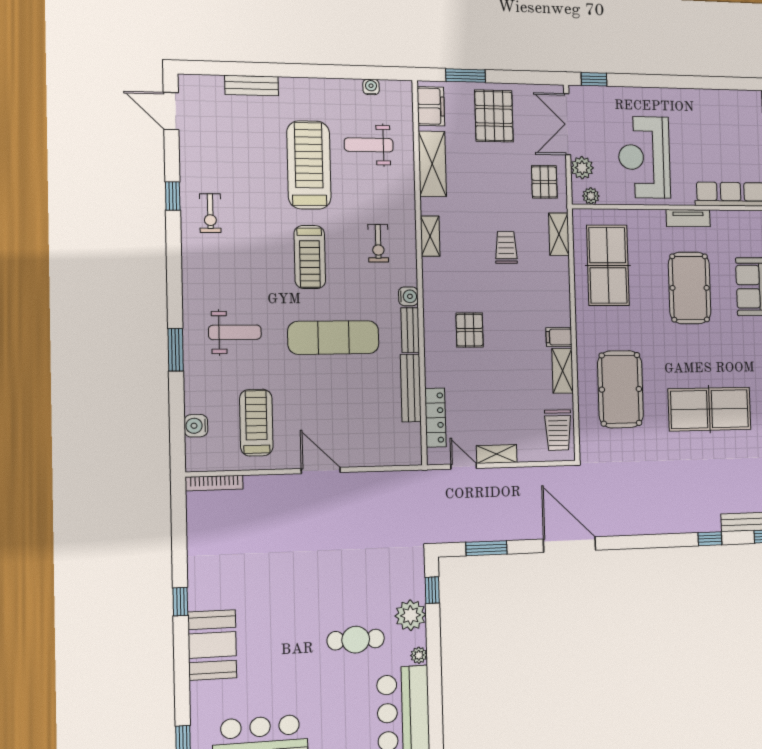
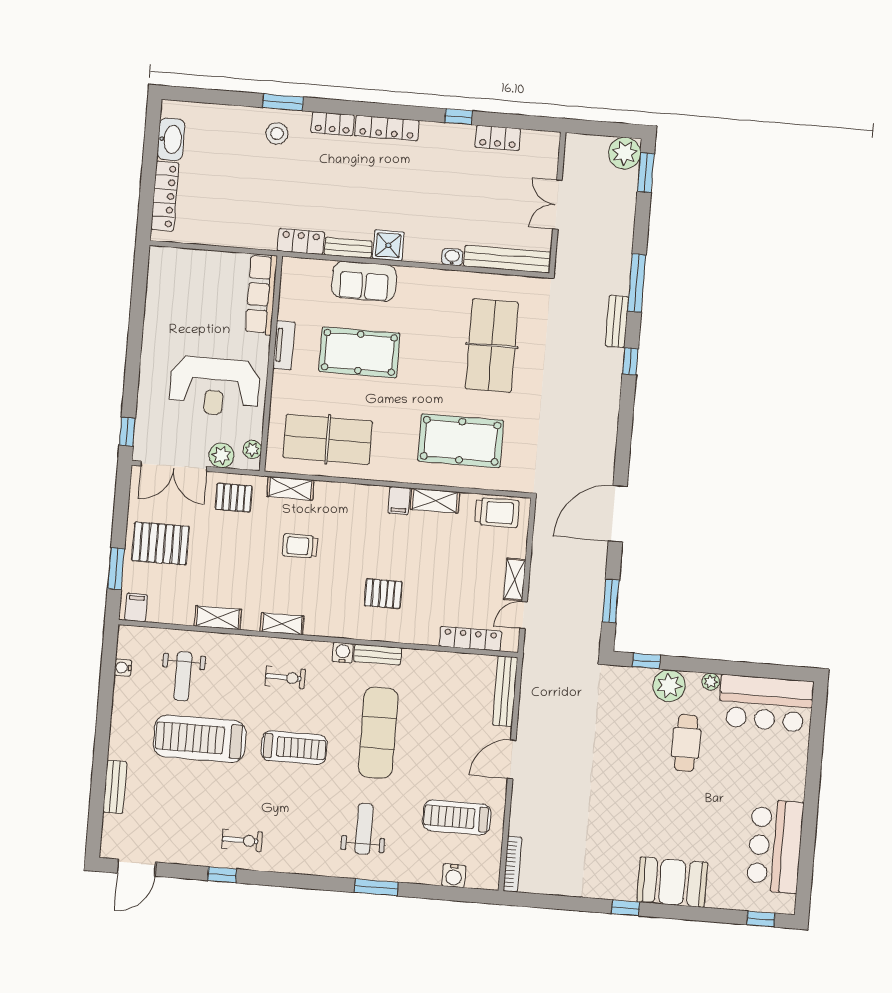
filing cabinet: (431, 106) -> (136, 608), width x0.50
shelving: (432, 164) -> (218, 618), width x0.67, depth x0.75
bench: (411, 388) -> (505, 691), moved, turned 90

